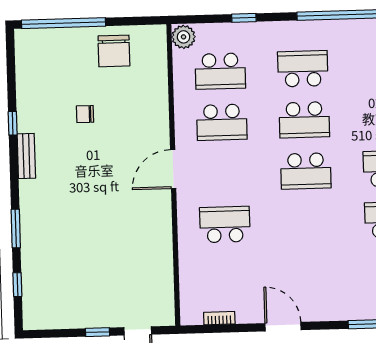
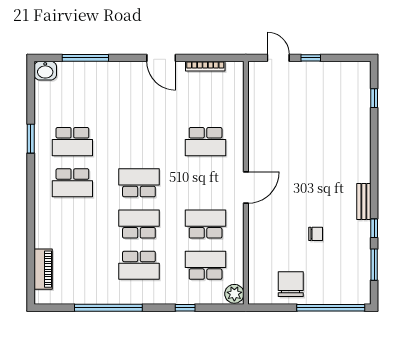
window: (16, 229) -> (374, 265), moved
bookcase: (219, 318) -> (205, 66), width x1.56

